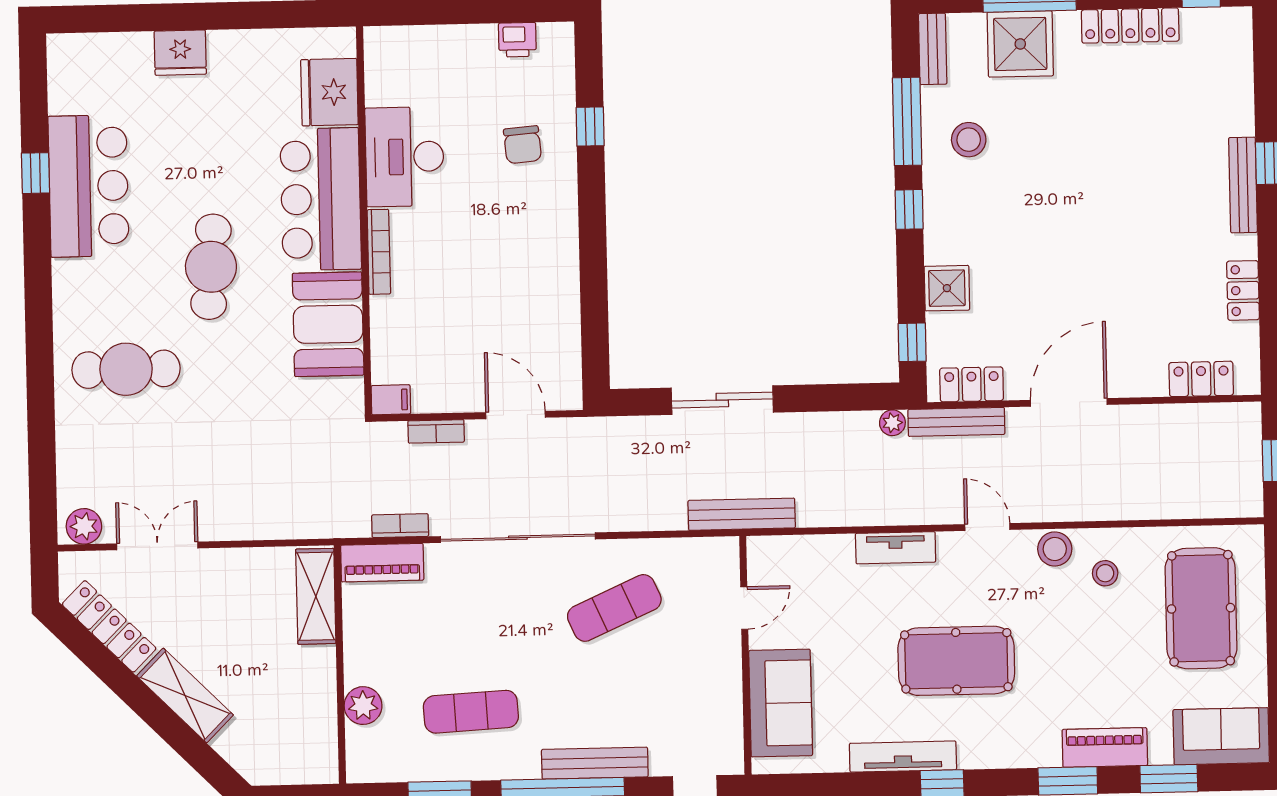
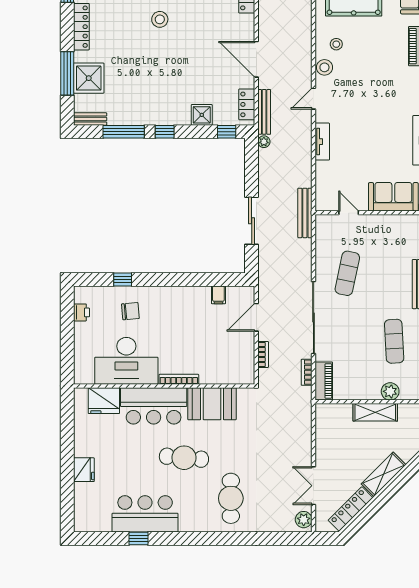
stool: (969, 140) -> (160, 19), moved
desk: (405, 157) -> (126, 361), width x1.36, depth x1.30
filing cabinet: (391, 400) -> (218, 295), moved, turned 180
shelving: (316, 596) -> (375, 412), moved
exercise mat: (614, 608) -> (347, 273), turned 36
pool table: (956, 661) -> (376, 114), removed

